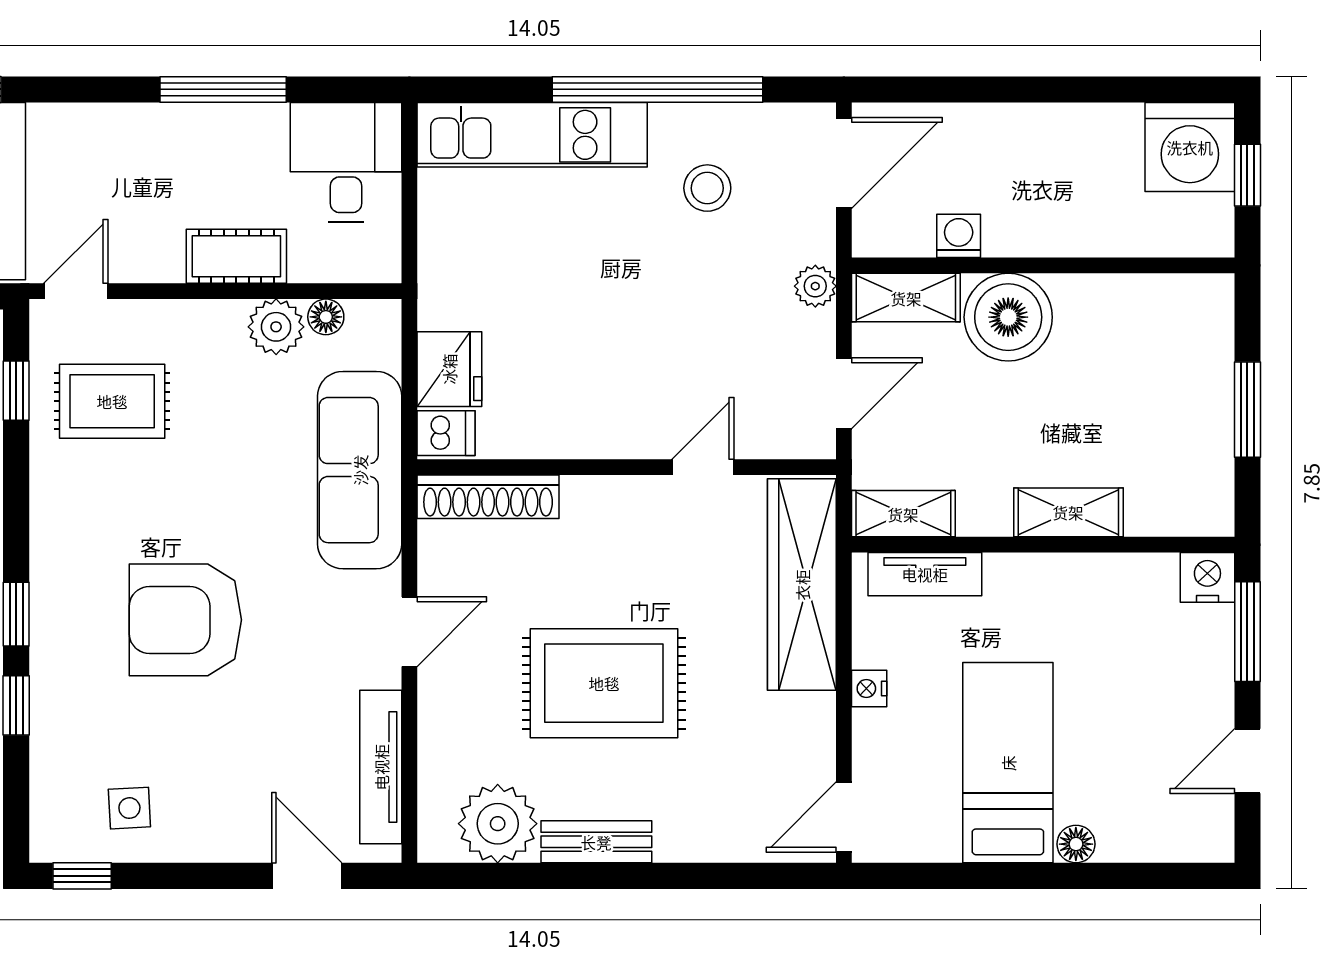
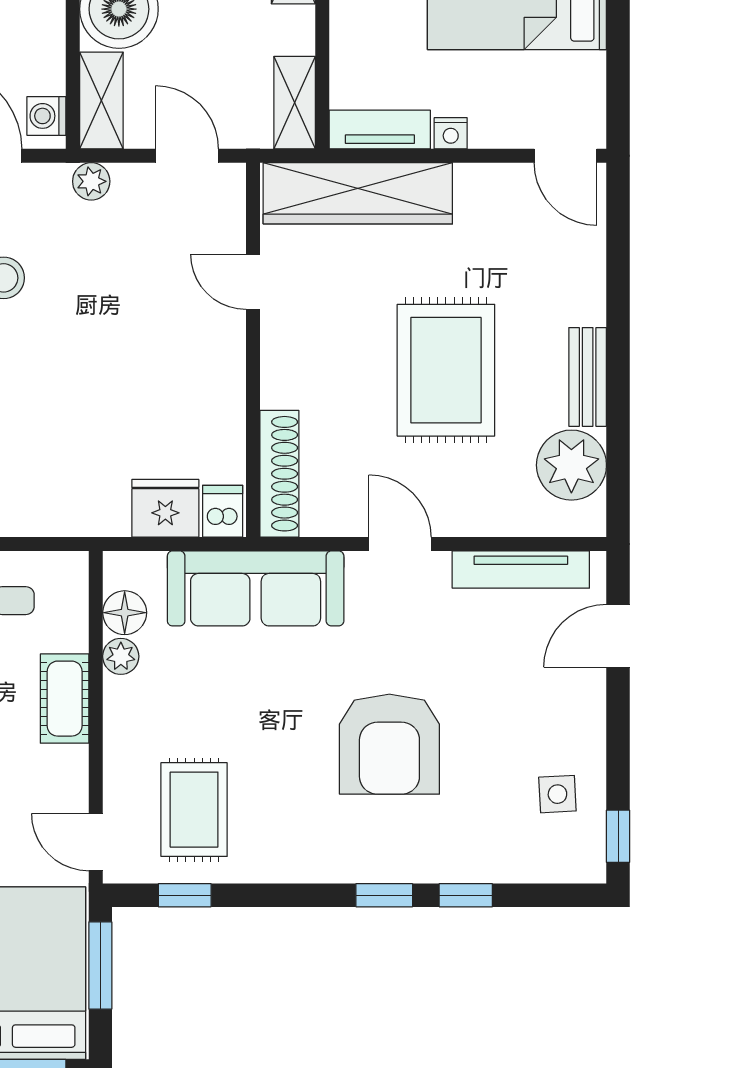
washing machine: (959, 236) -> (46, 116), moved
floor lamp: (326, 317) -> (125, 613), width x1.37, depth x1.37
plant: (276, 327) -> (121, 656), width x0.73, depth x0.73
tv unit: (925, 574) -> (380, 130), moved, turned -90

